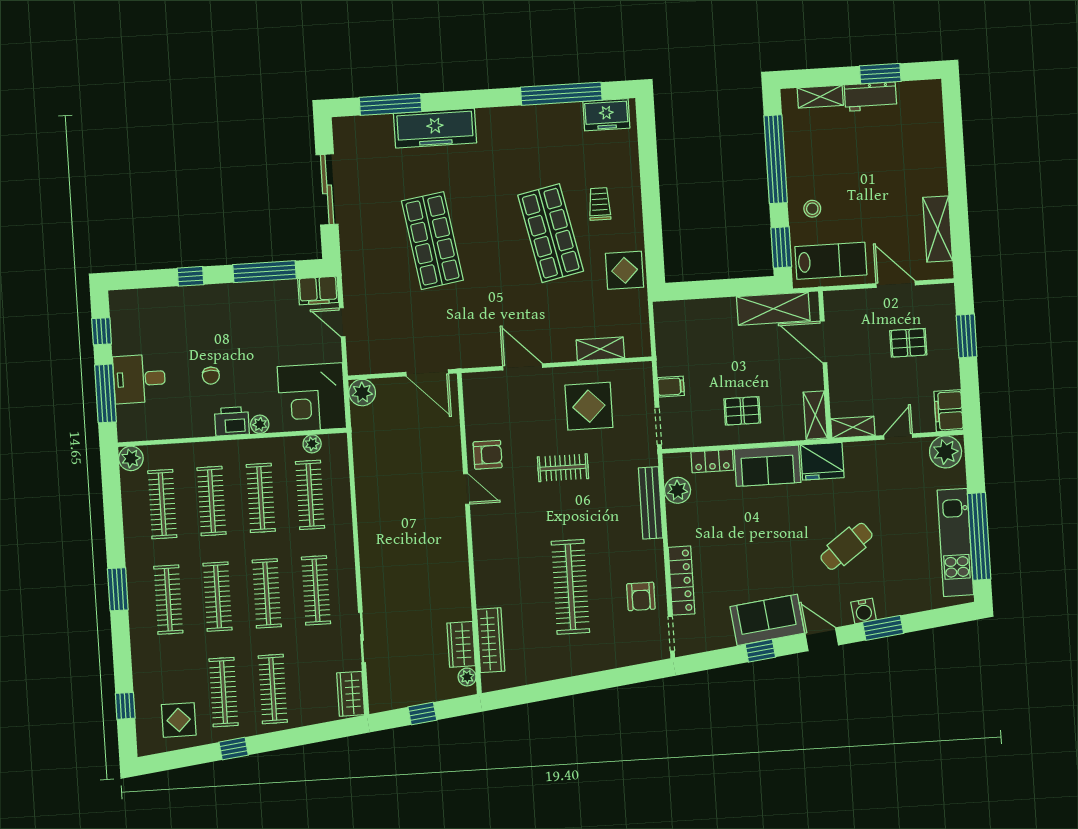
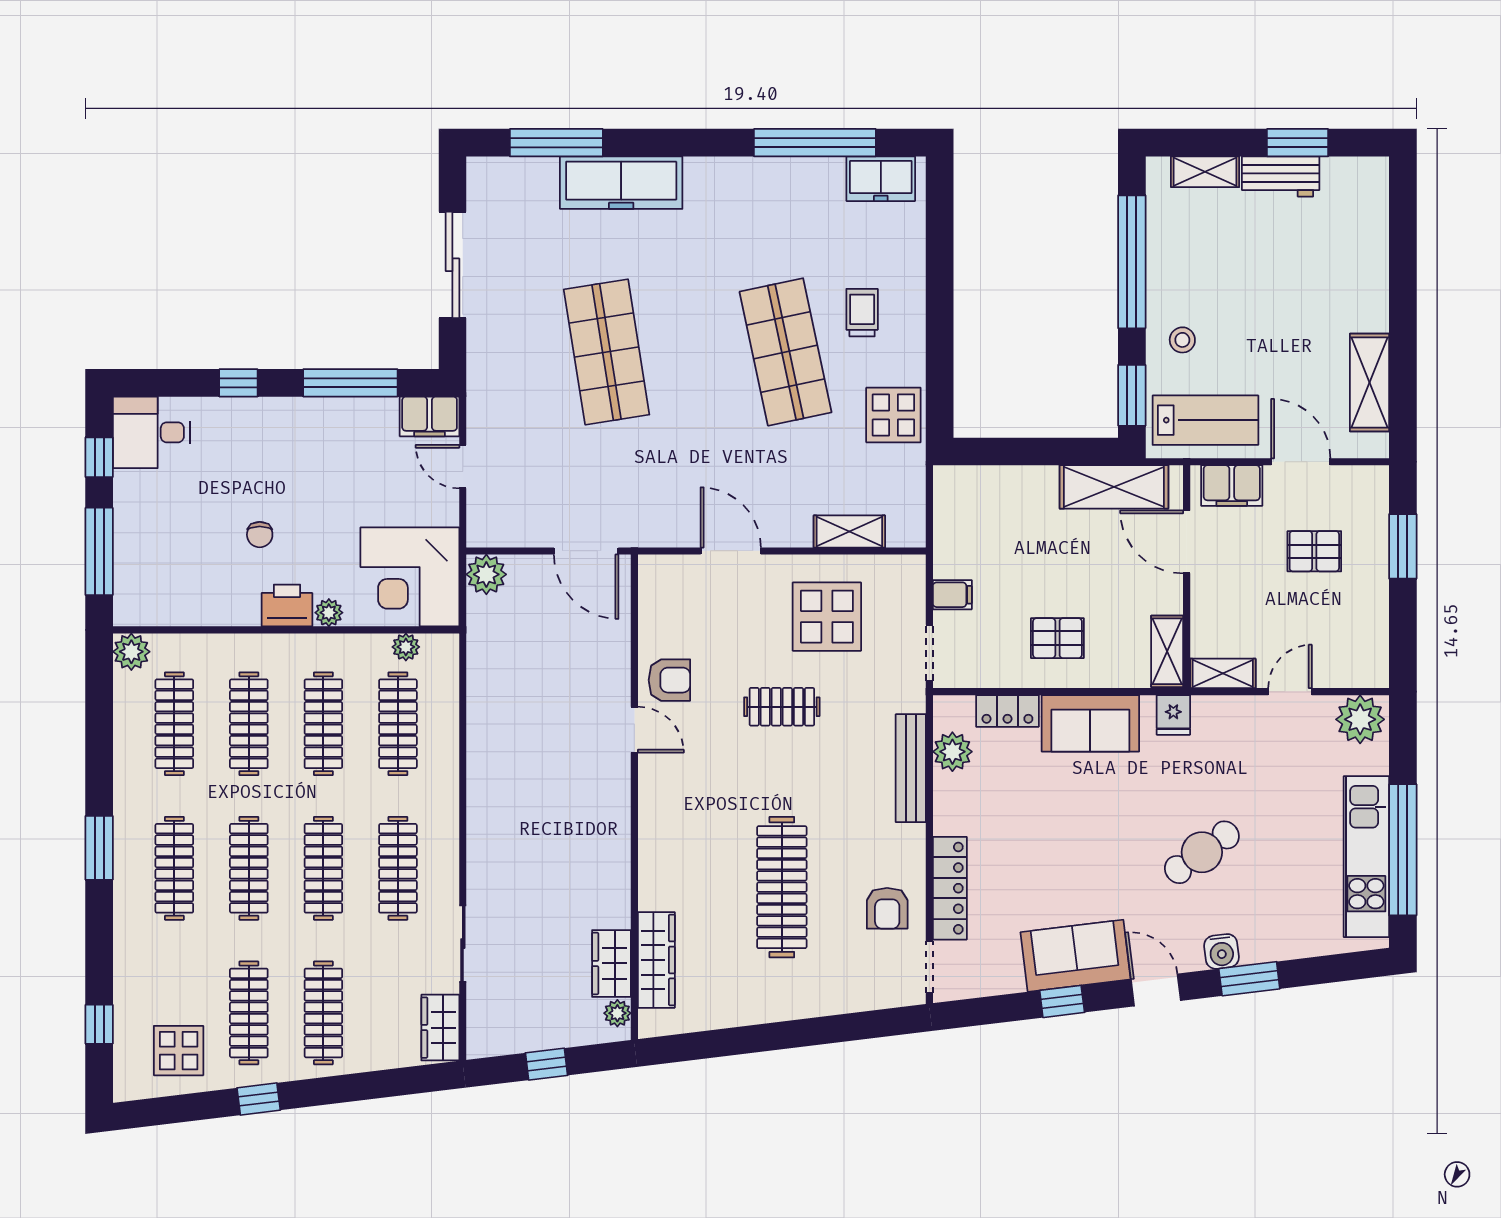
desk: (139, 379) -> (151, 432), moved
filing cabinet: (949, 411) -> (1232, 486), moved, turned -90
fridge: (822, 461) -> (1173, 715), width x0.53, depth x0.75

